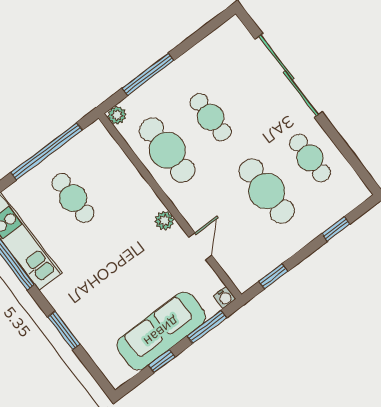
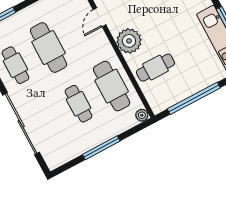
window: (148, 74) -> (101, 148), moved
cafe table: (73, 198) -> (155, 68), moved, turned 90
plant: (164, 221) -> (129, 41), width x1.88, depth x1.88

